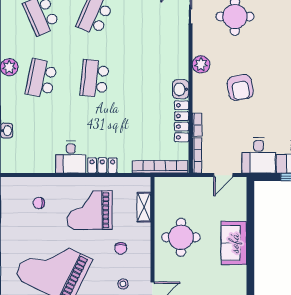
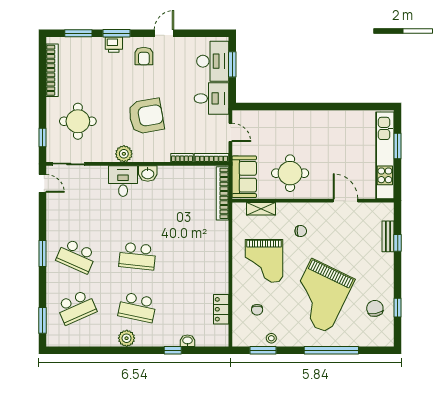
armchair: (240, 88) -> (146, 116), width x1.36, depth x1.36
locker: (182, 121) -> (179, 172), removed
desk: (71, 157) -> (123, 181), moved, turned -90
locker: (102, 165) -> (221, 309), moved
sofa: (234, 243) -> (244, 177), moved, turned -90
stool: (123, 284) -> (271, 338), moved

